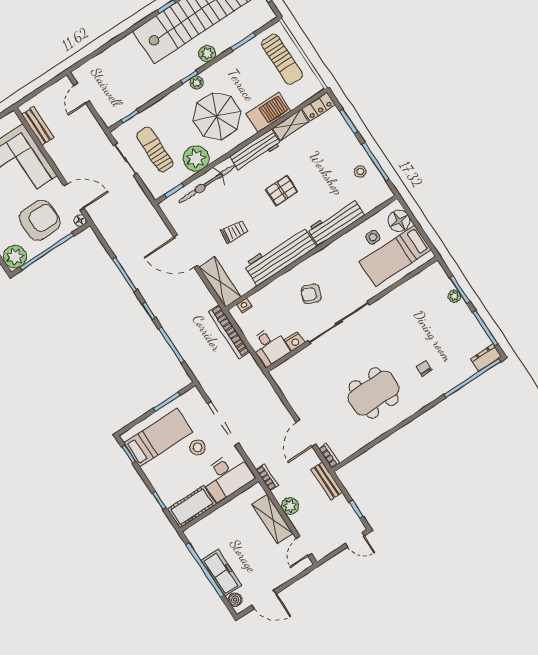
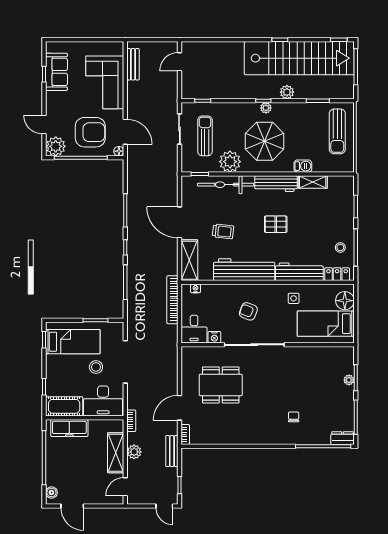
locker: (319, 107) -> (337, 274), moved, turned 180
barbecue: (268, 112) -> (303, 166), width x0.53, depth x0.65
side table: (373, 237) -> (294, 298), moved
dining table: (374, 393) -> (221, 385), moved
freezer: (221, 573) -> (69, 428), moved, turned 90

